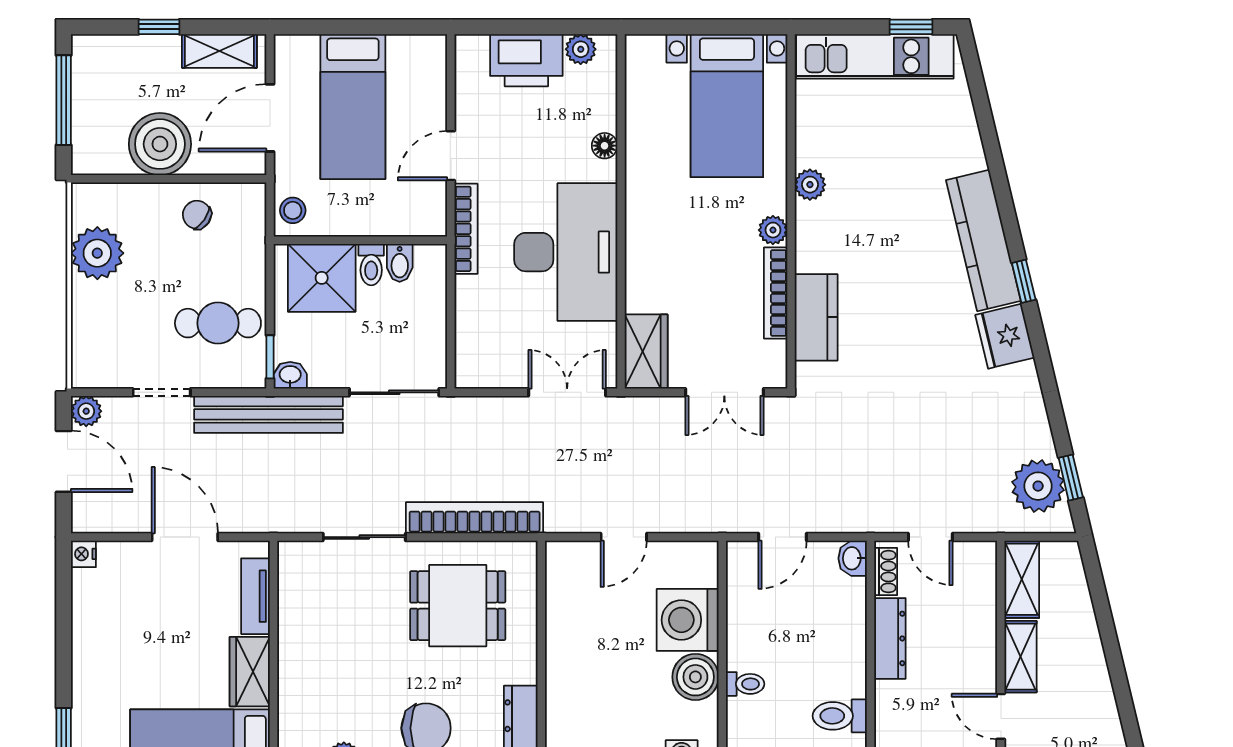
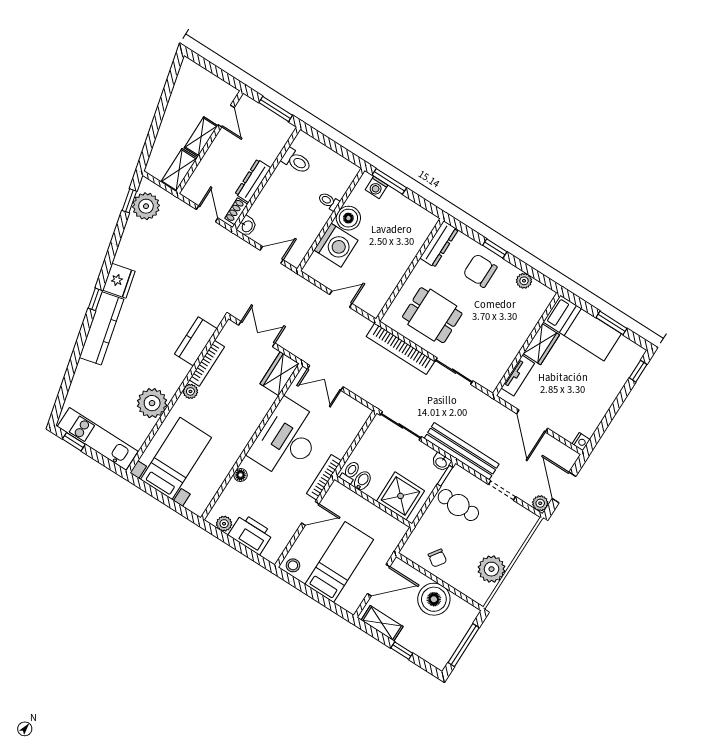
plant: (810, 185) -> (152, 403), width x1.87, depth x1.87
stool: (293, 210) -> (293, 565), moved
toilet: (371, 265) -> (350, 472), moved

